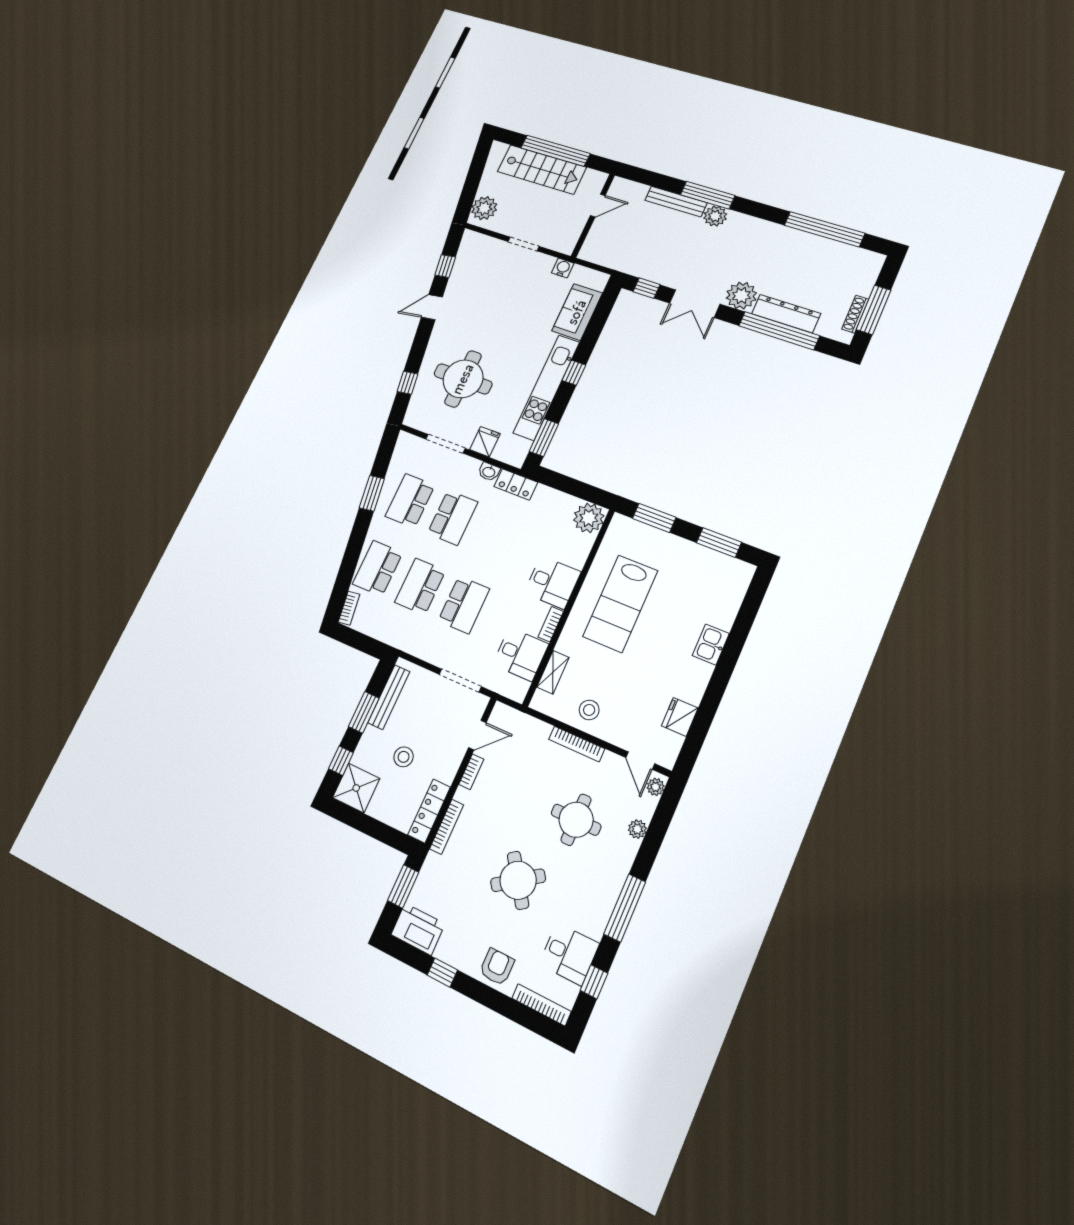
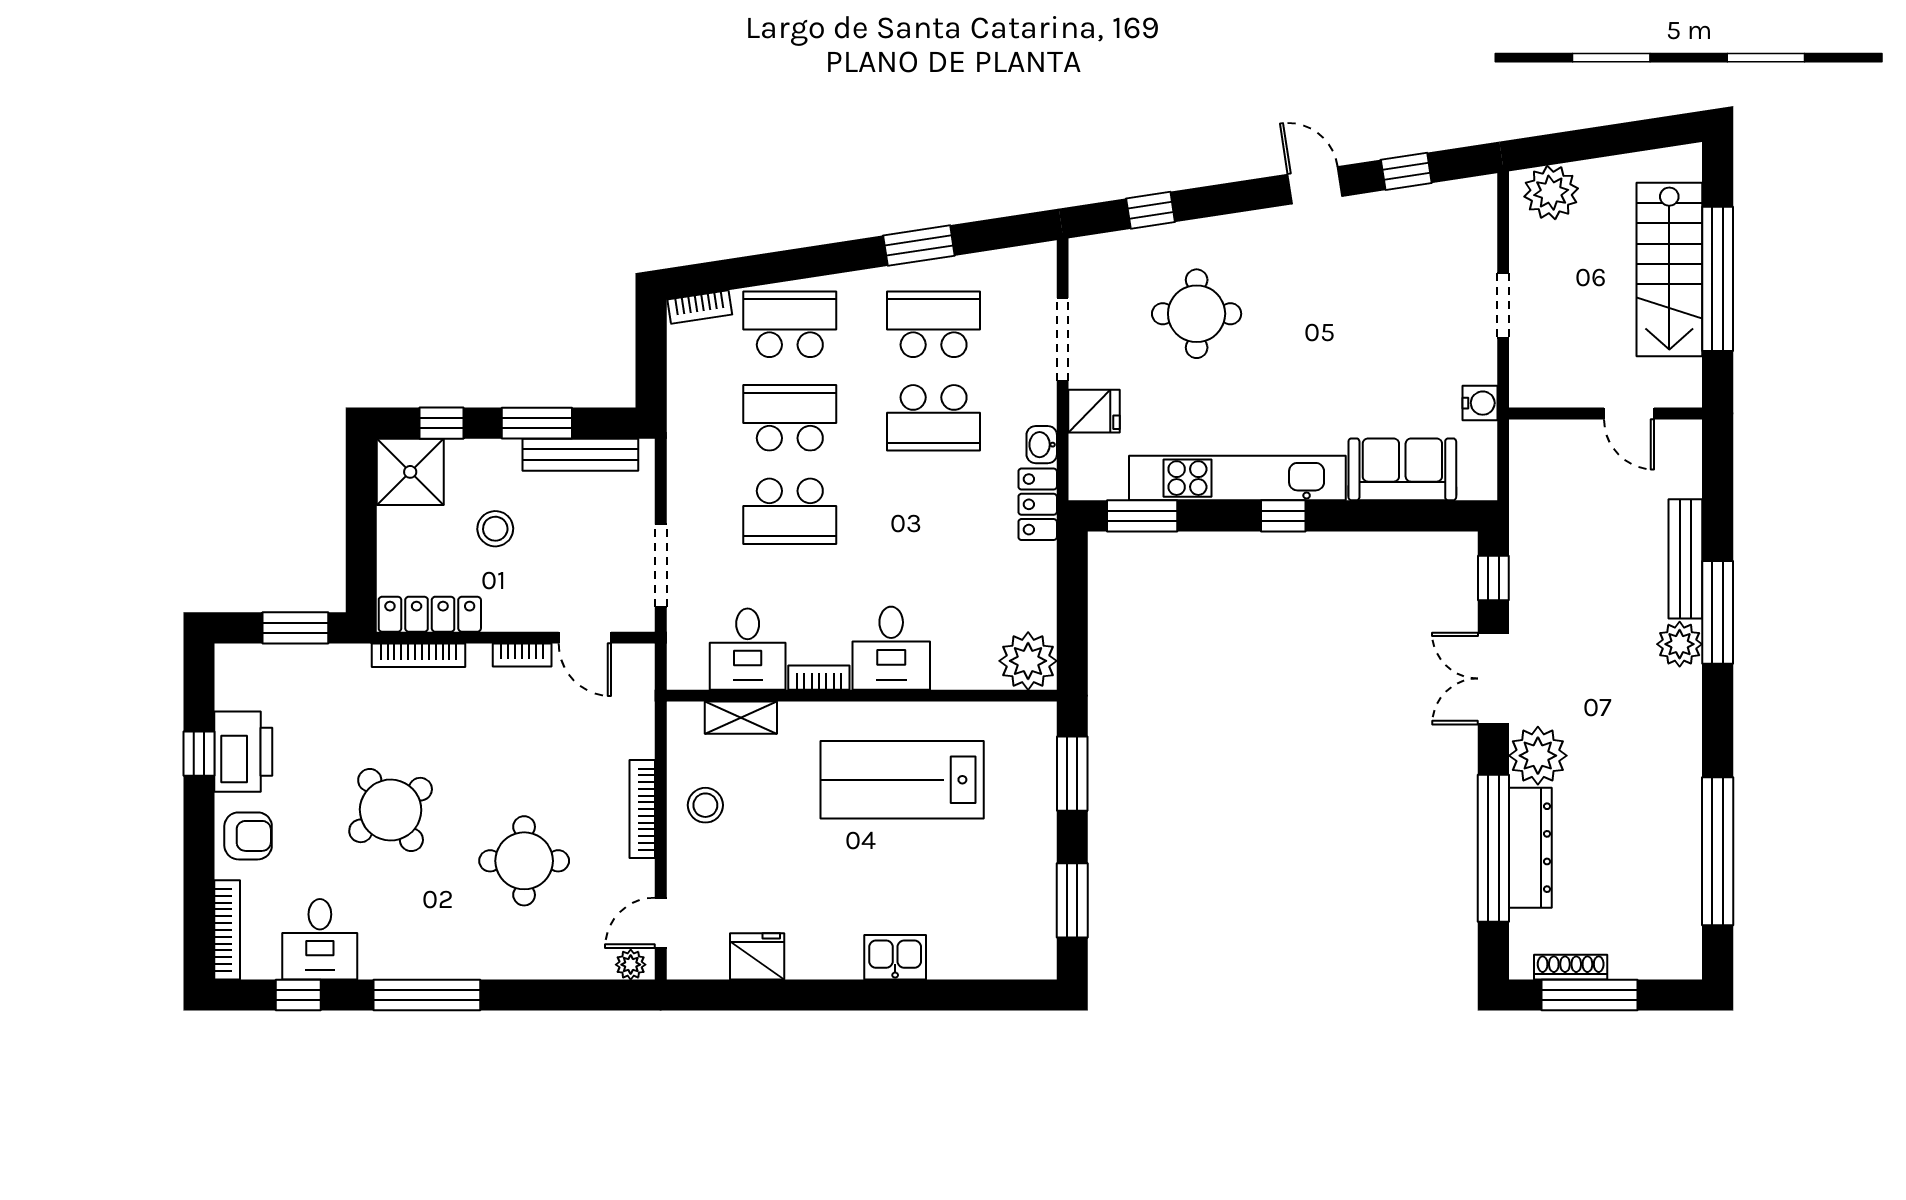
round table: (463, 379) -> (1197, 314), width x0.73, depth x0.73
plant: (637, 829) -> (553, 964), removed
printer: (418, 929) -> (243, 752), moved

